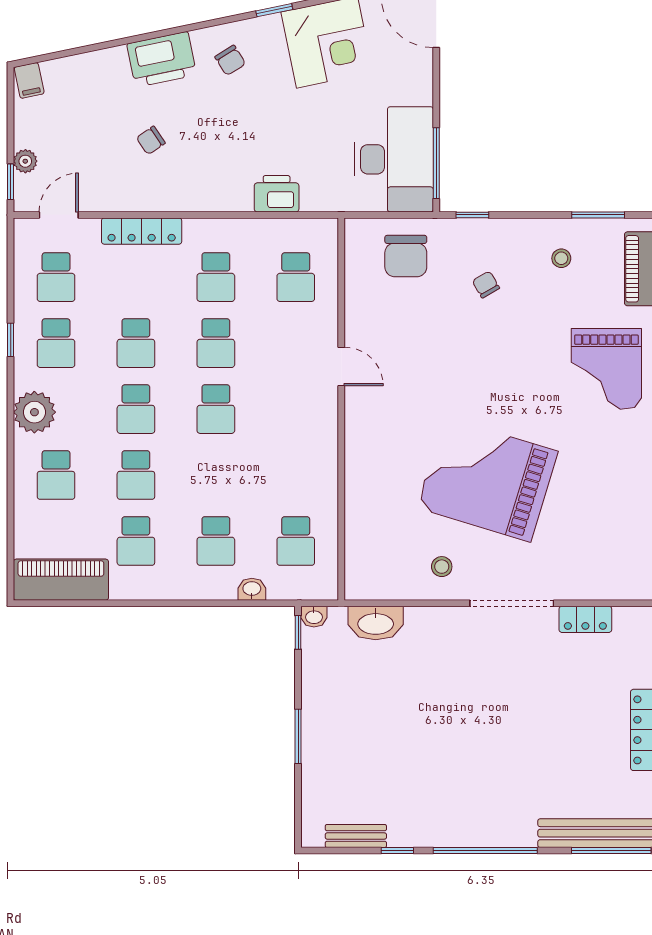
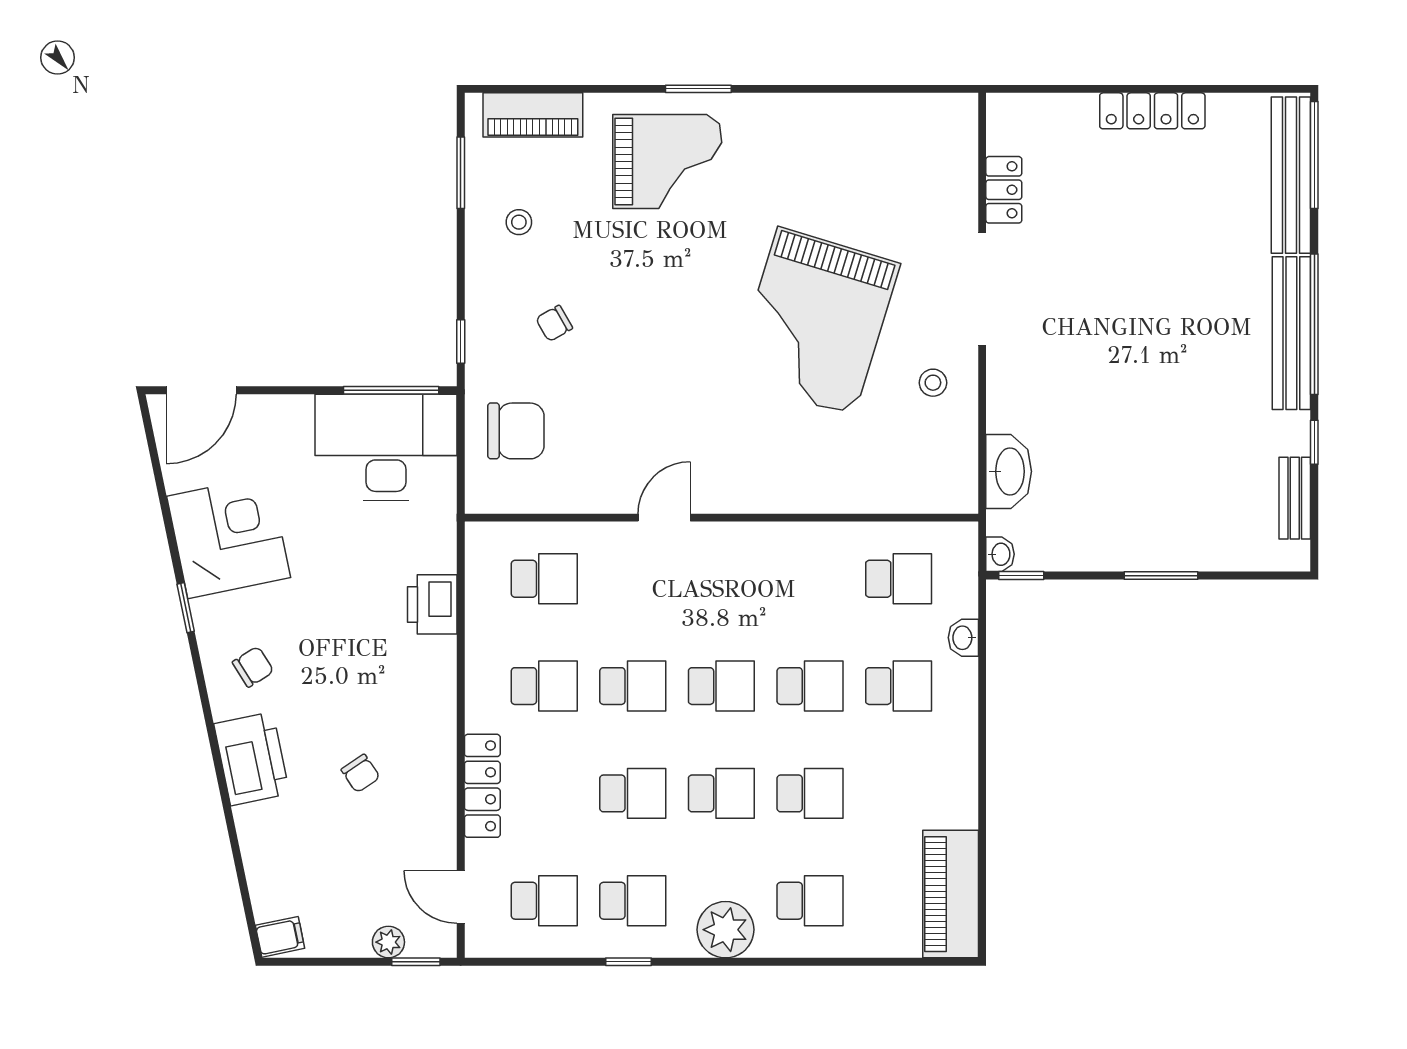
school desk: (136, 541) -> (810, 686), moved
bench: (479, 833) -> (1291, 333), added

